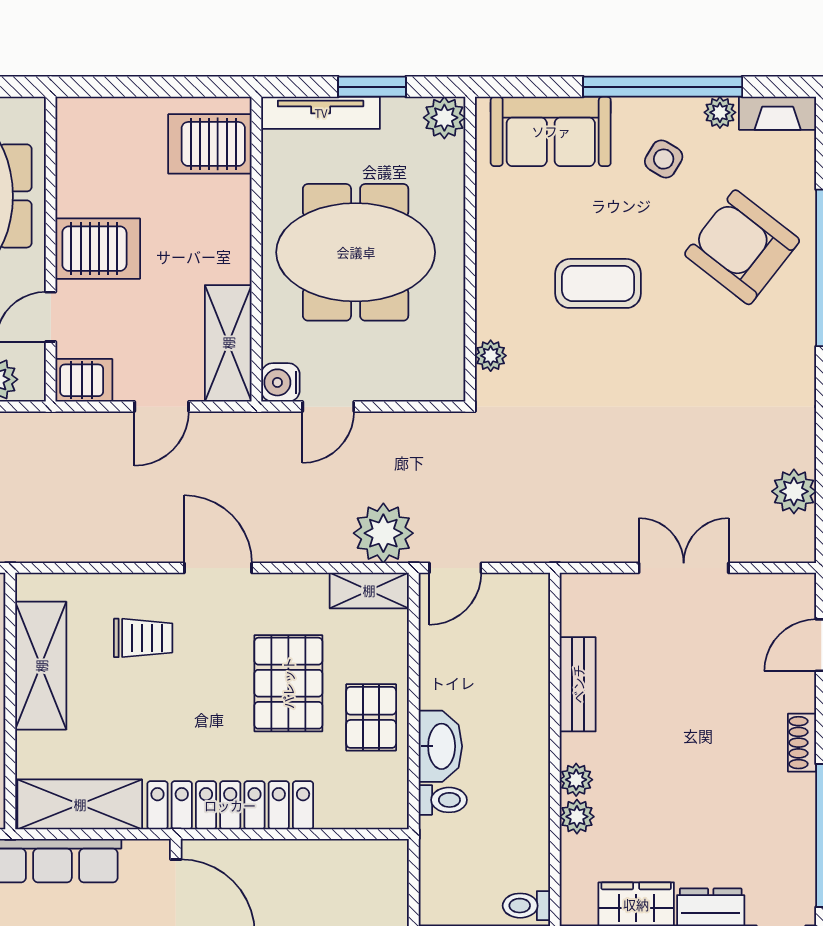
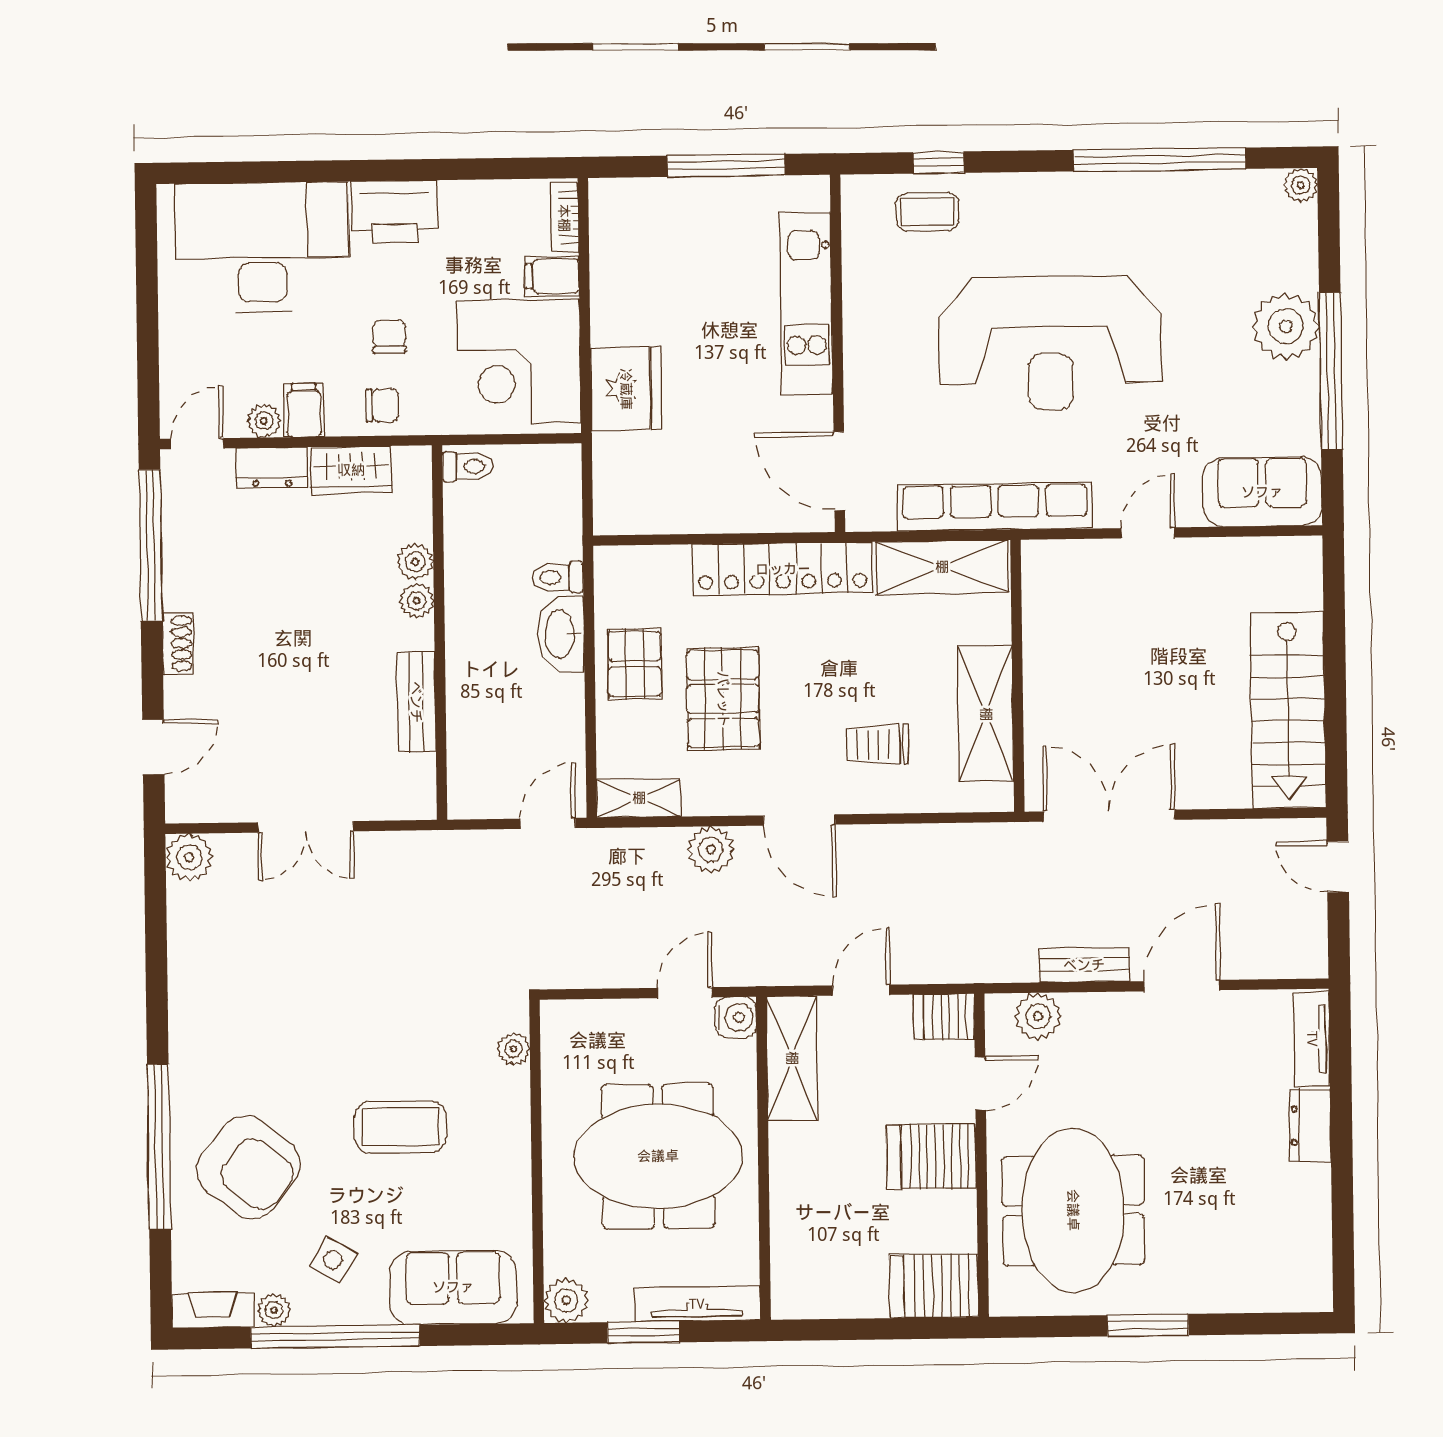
server rack: (210, 144) -> (934, 1286), moved, turned 180
plant: (794, 491) -> (189, 857), moved
plant: (383, 533) -> (711, 850), moved, width x0.73, depth x0.73

